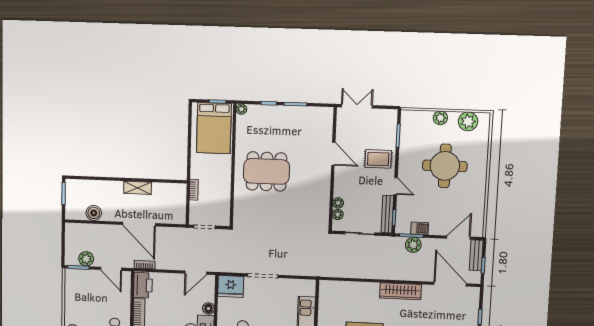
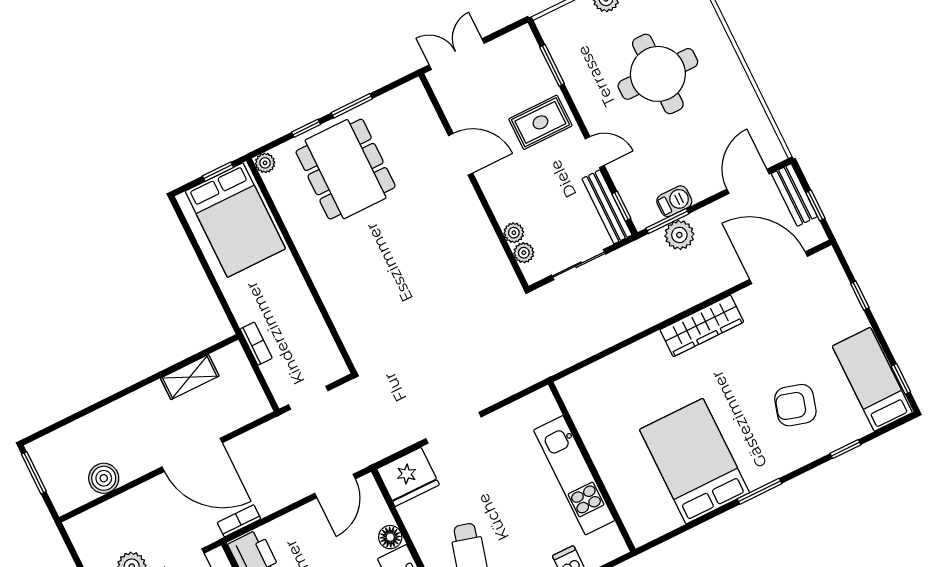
dining table: (267, 171) -> (346, 169), moved, turned 90
shelving: (137, 188) -> (190, 377), moved

